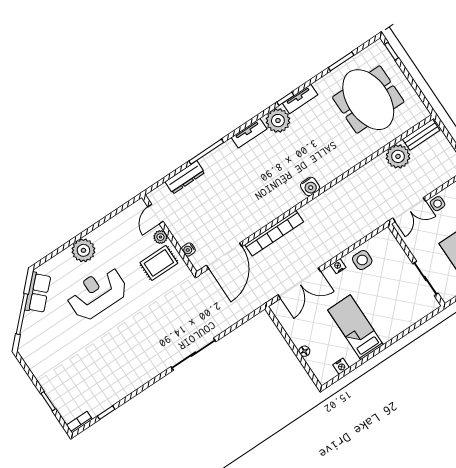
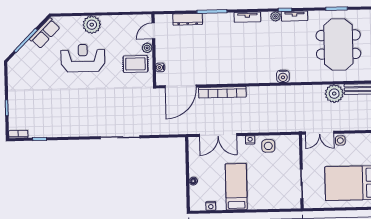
plant: (278, 121) -> (275, 16), width x0.53, depth x0.53
water cooler: (310, 187) -> (283, 76), moved

